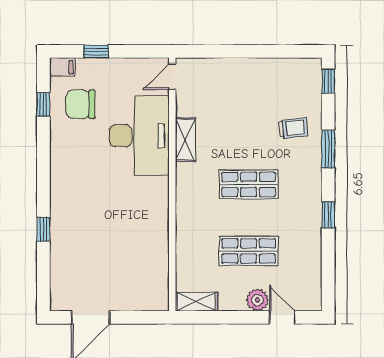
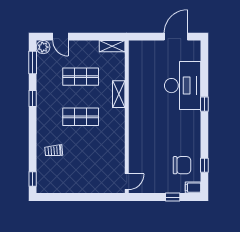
desk: (139, 136) -> (183, 86), moved, turned 180
shelving: (185, 140) -> (119, 94), moved
window: (328, 149) -> (33, 62), moved
window: (43, 229) -> (204, 104), moved
plant: (257, 300) -> (43, 47), moved

